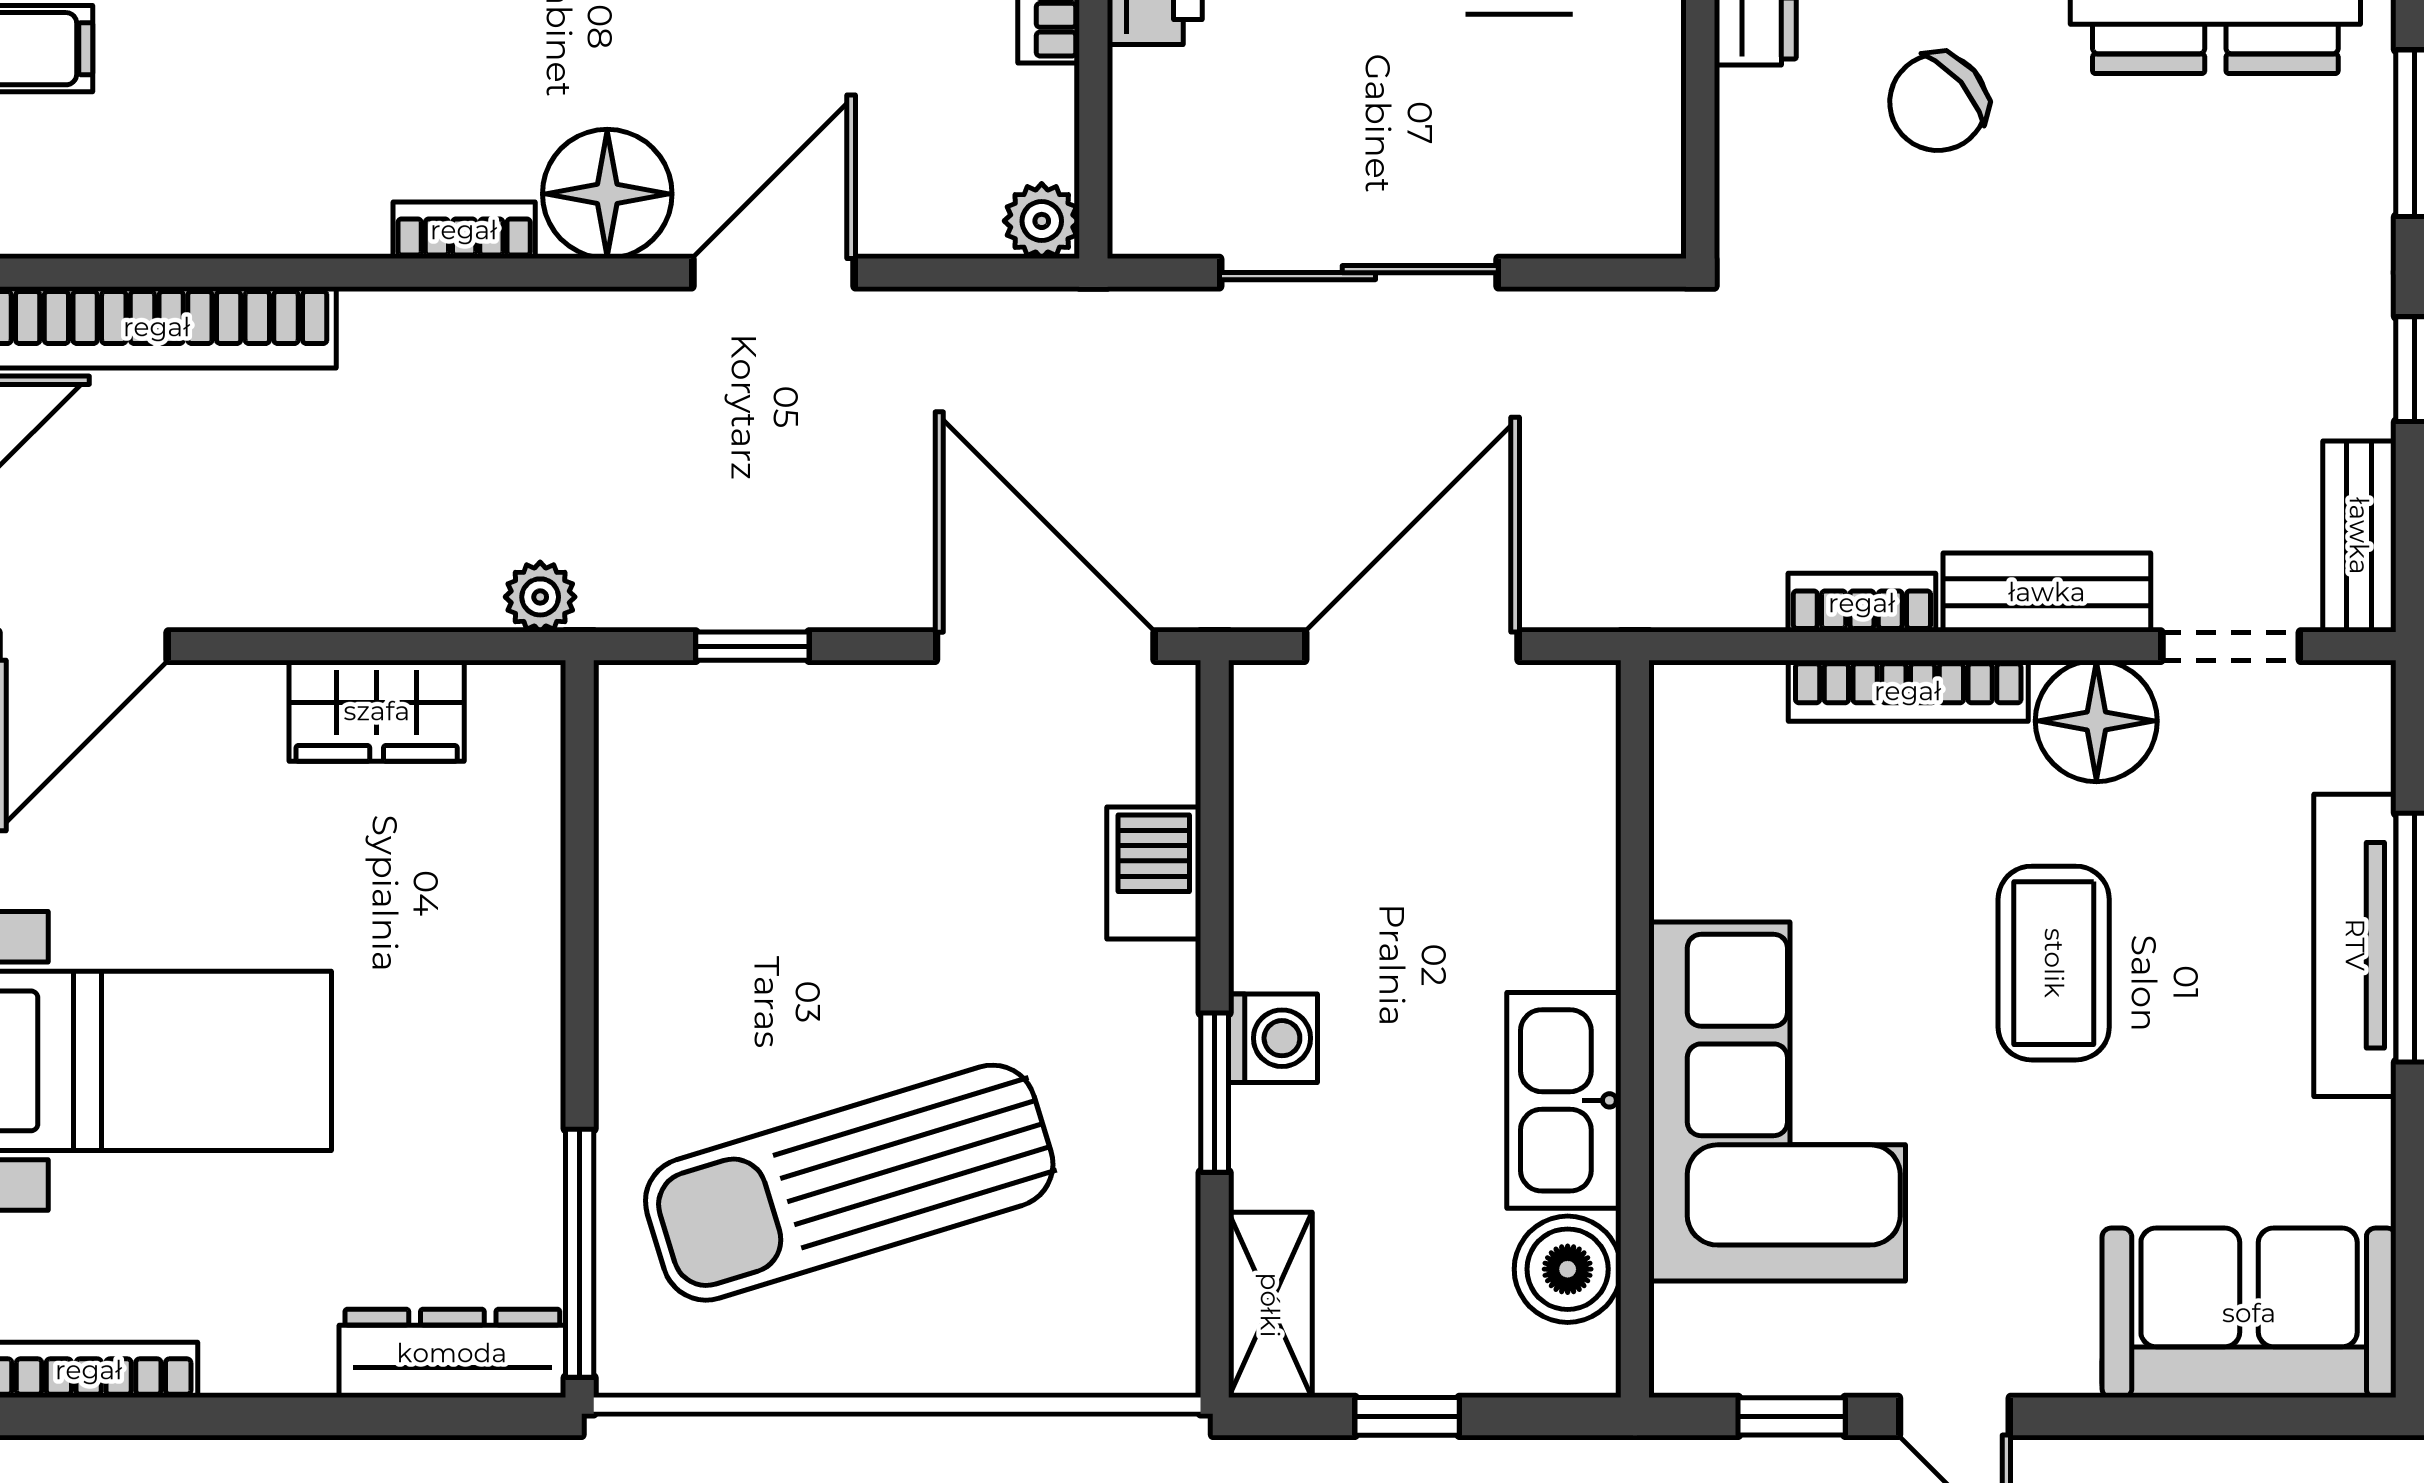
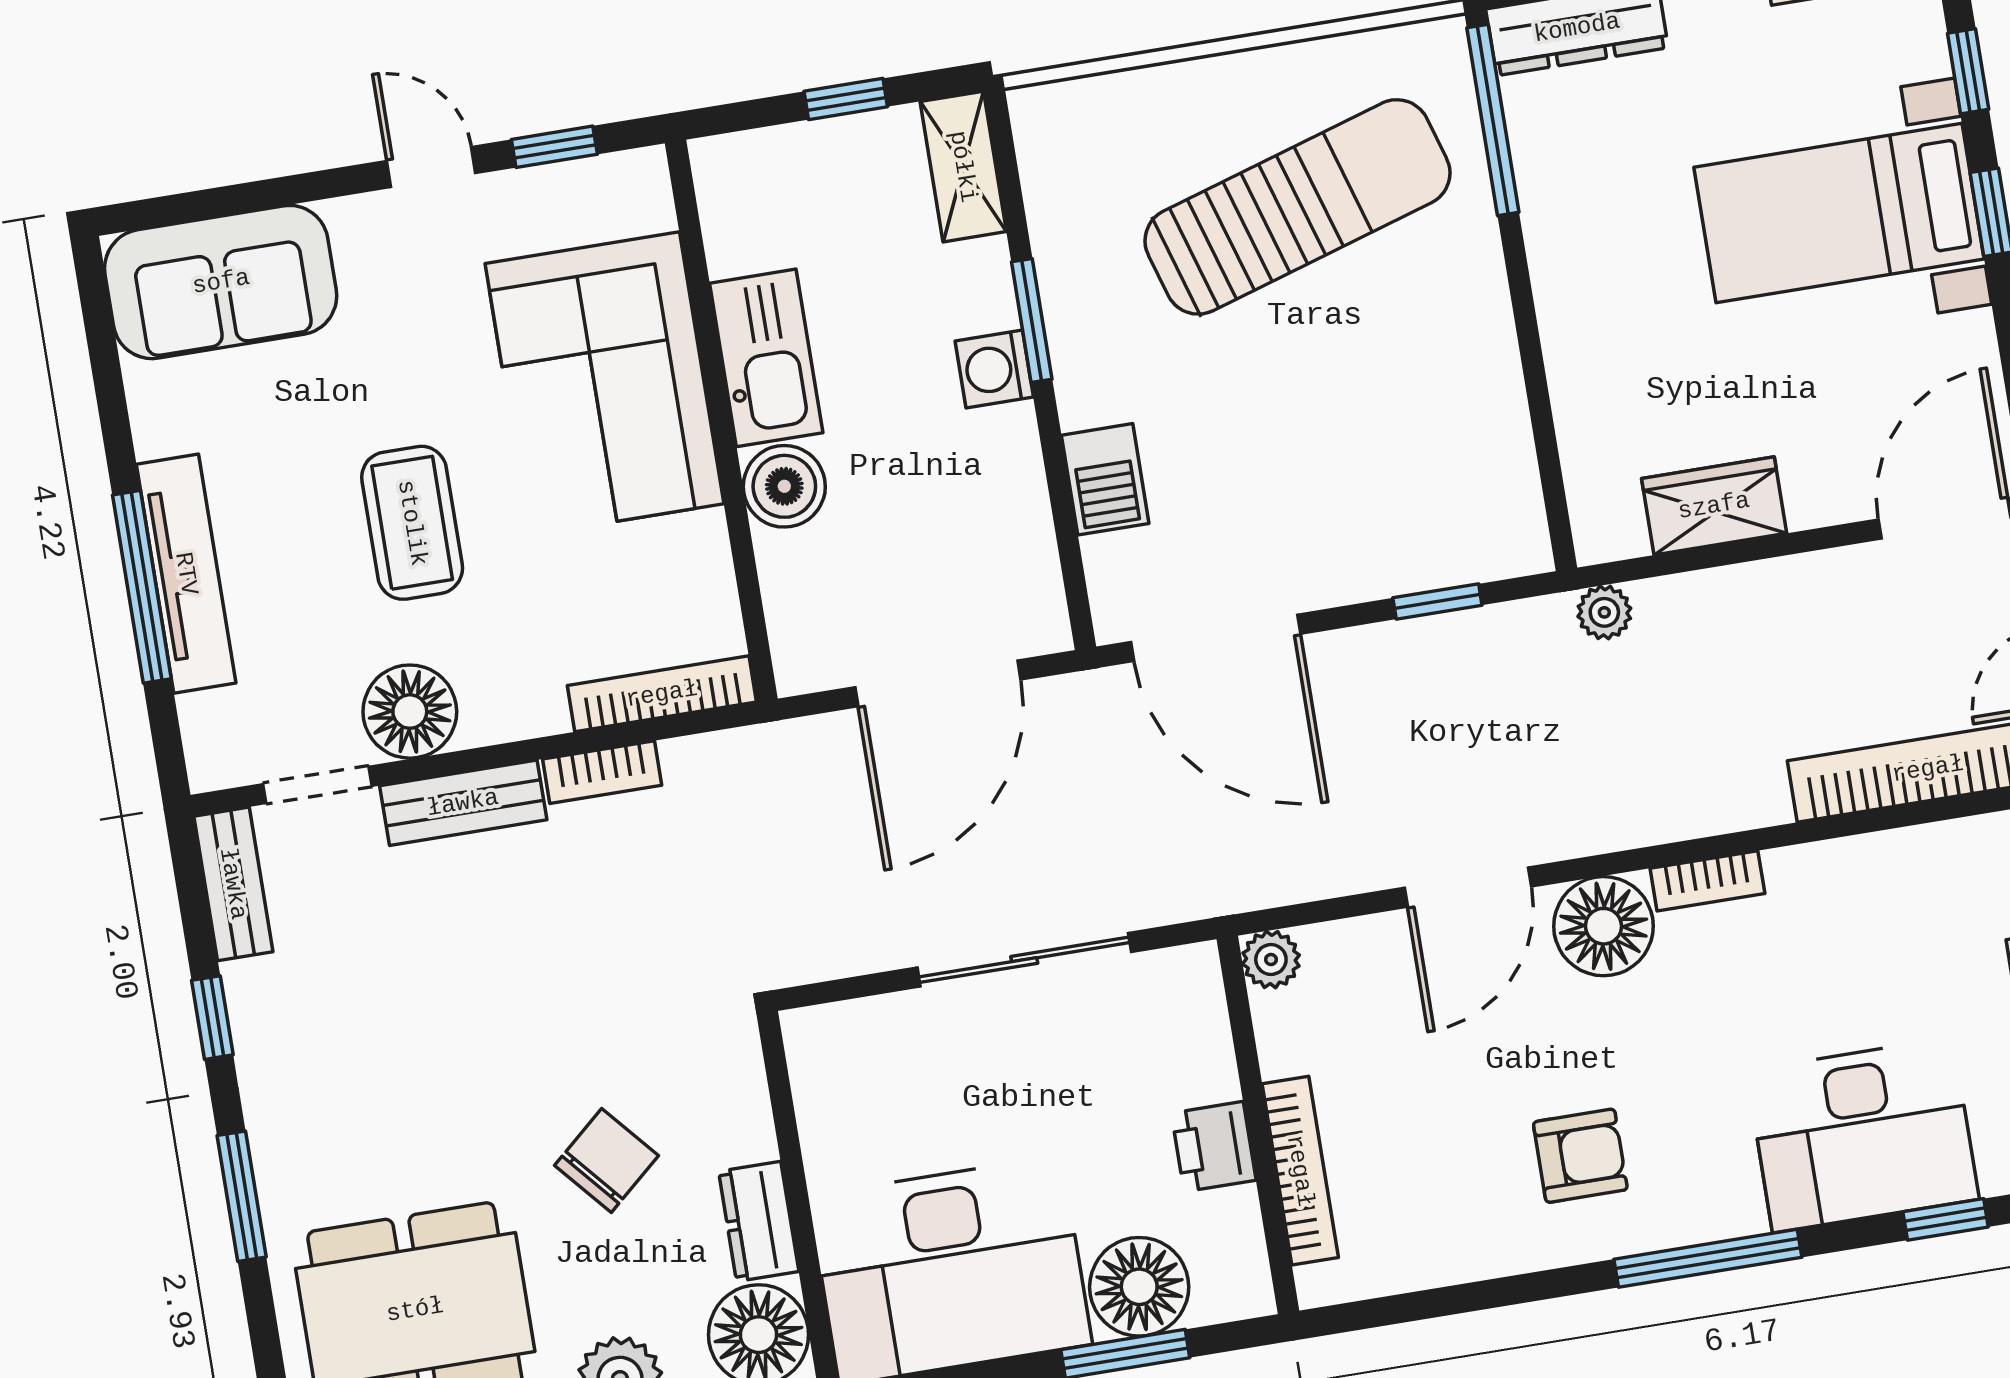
bookcase: (1908, 691) -> (662, 694), moved
boiler: (1568, 1269) -> (784, 486), moved

